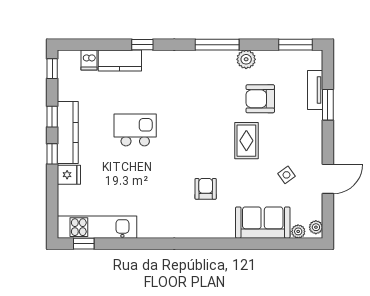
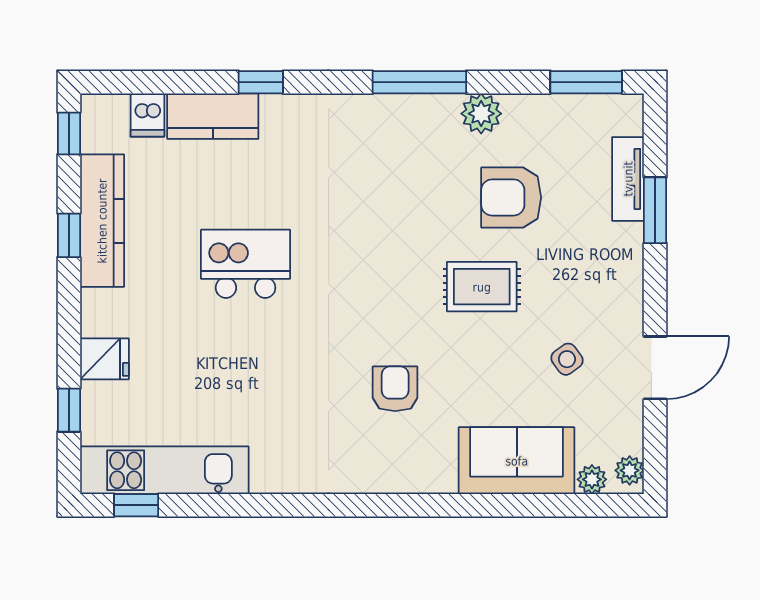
kitchen counter: (68, 133) -> (102, 221), moved
rug: (246, 141) -> (482, 287), turned 90
window: (52, 154) -> (69, 410), moved

